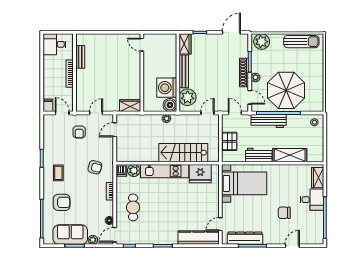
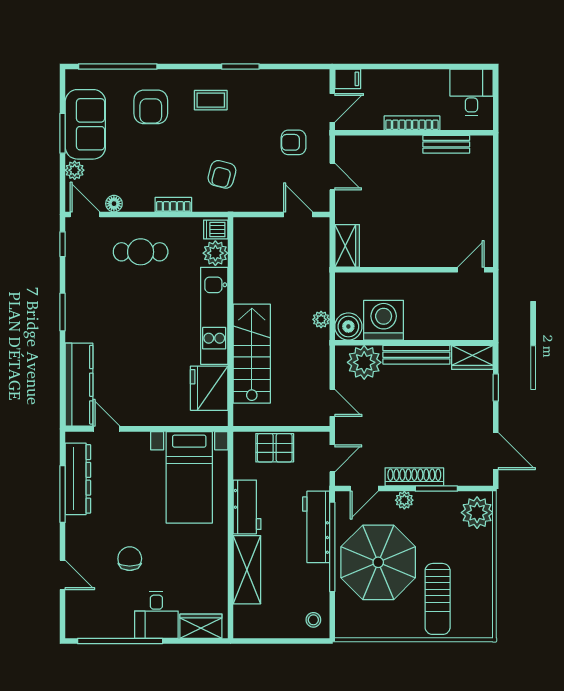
sun lounger: (301, 42) -> (438, 599), moved

